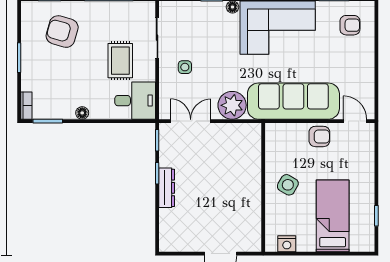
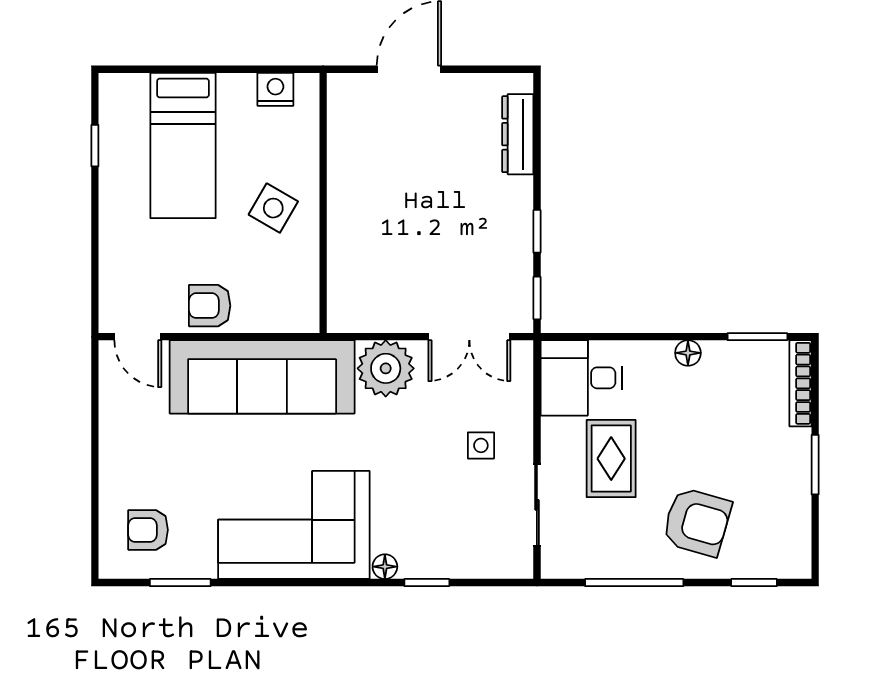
armchair: (62, 32) -> (697, 522), moved
bookcase: (26, 106) -> (800, 383), width x1.56
dresser: (167, 188) -> (518, 134), moved

